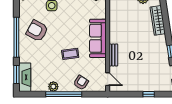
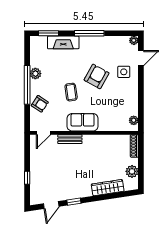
armchair: (37, 31) -> (97, 76), moved
window: (16, 37) -> (89, 33), width x0.68
sofa: (98, 38) -> (83, 122), width x0.73
fireplace: (25, 77) -> (63, 42), moved

